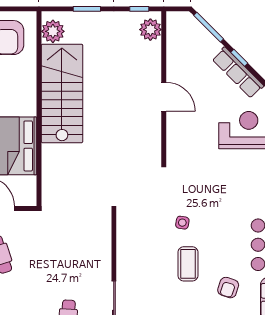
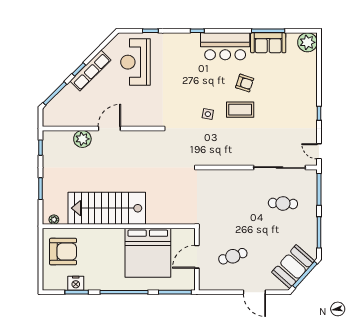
plant: (150, 30) -> (82, 139), moved
plant: (53, 31) -> (54, 220), width x0.53, depth x0.53
armchair: (228, 288) -> (245, 83), moved

